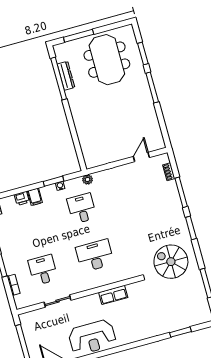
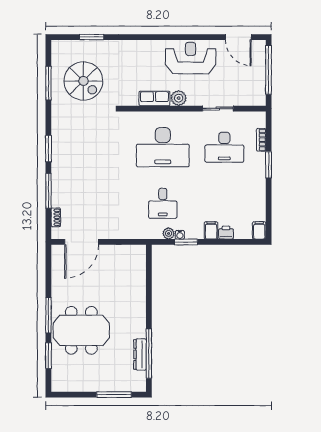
meeting table: (107, 60) -> (81, 330), moved, turned 90
door: (141, 157) -> (82, 242), width x1.88
plant: (88, 180) -> (169, 233), moved
desk: (95, 256) -> (163, 147), width x1.36, depth x1.30
spiral stairs: (171, 262) -> (83, 81), moved
desk: (43, 270) -> (224, 147), width x1.37
plant: (93, 301) -> (179, 98), added

